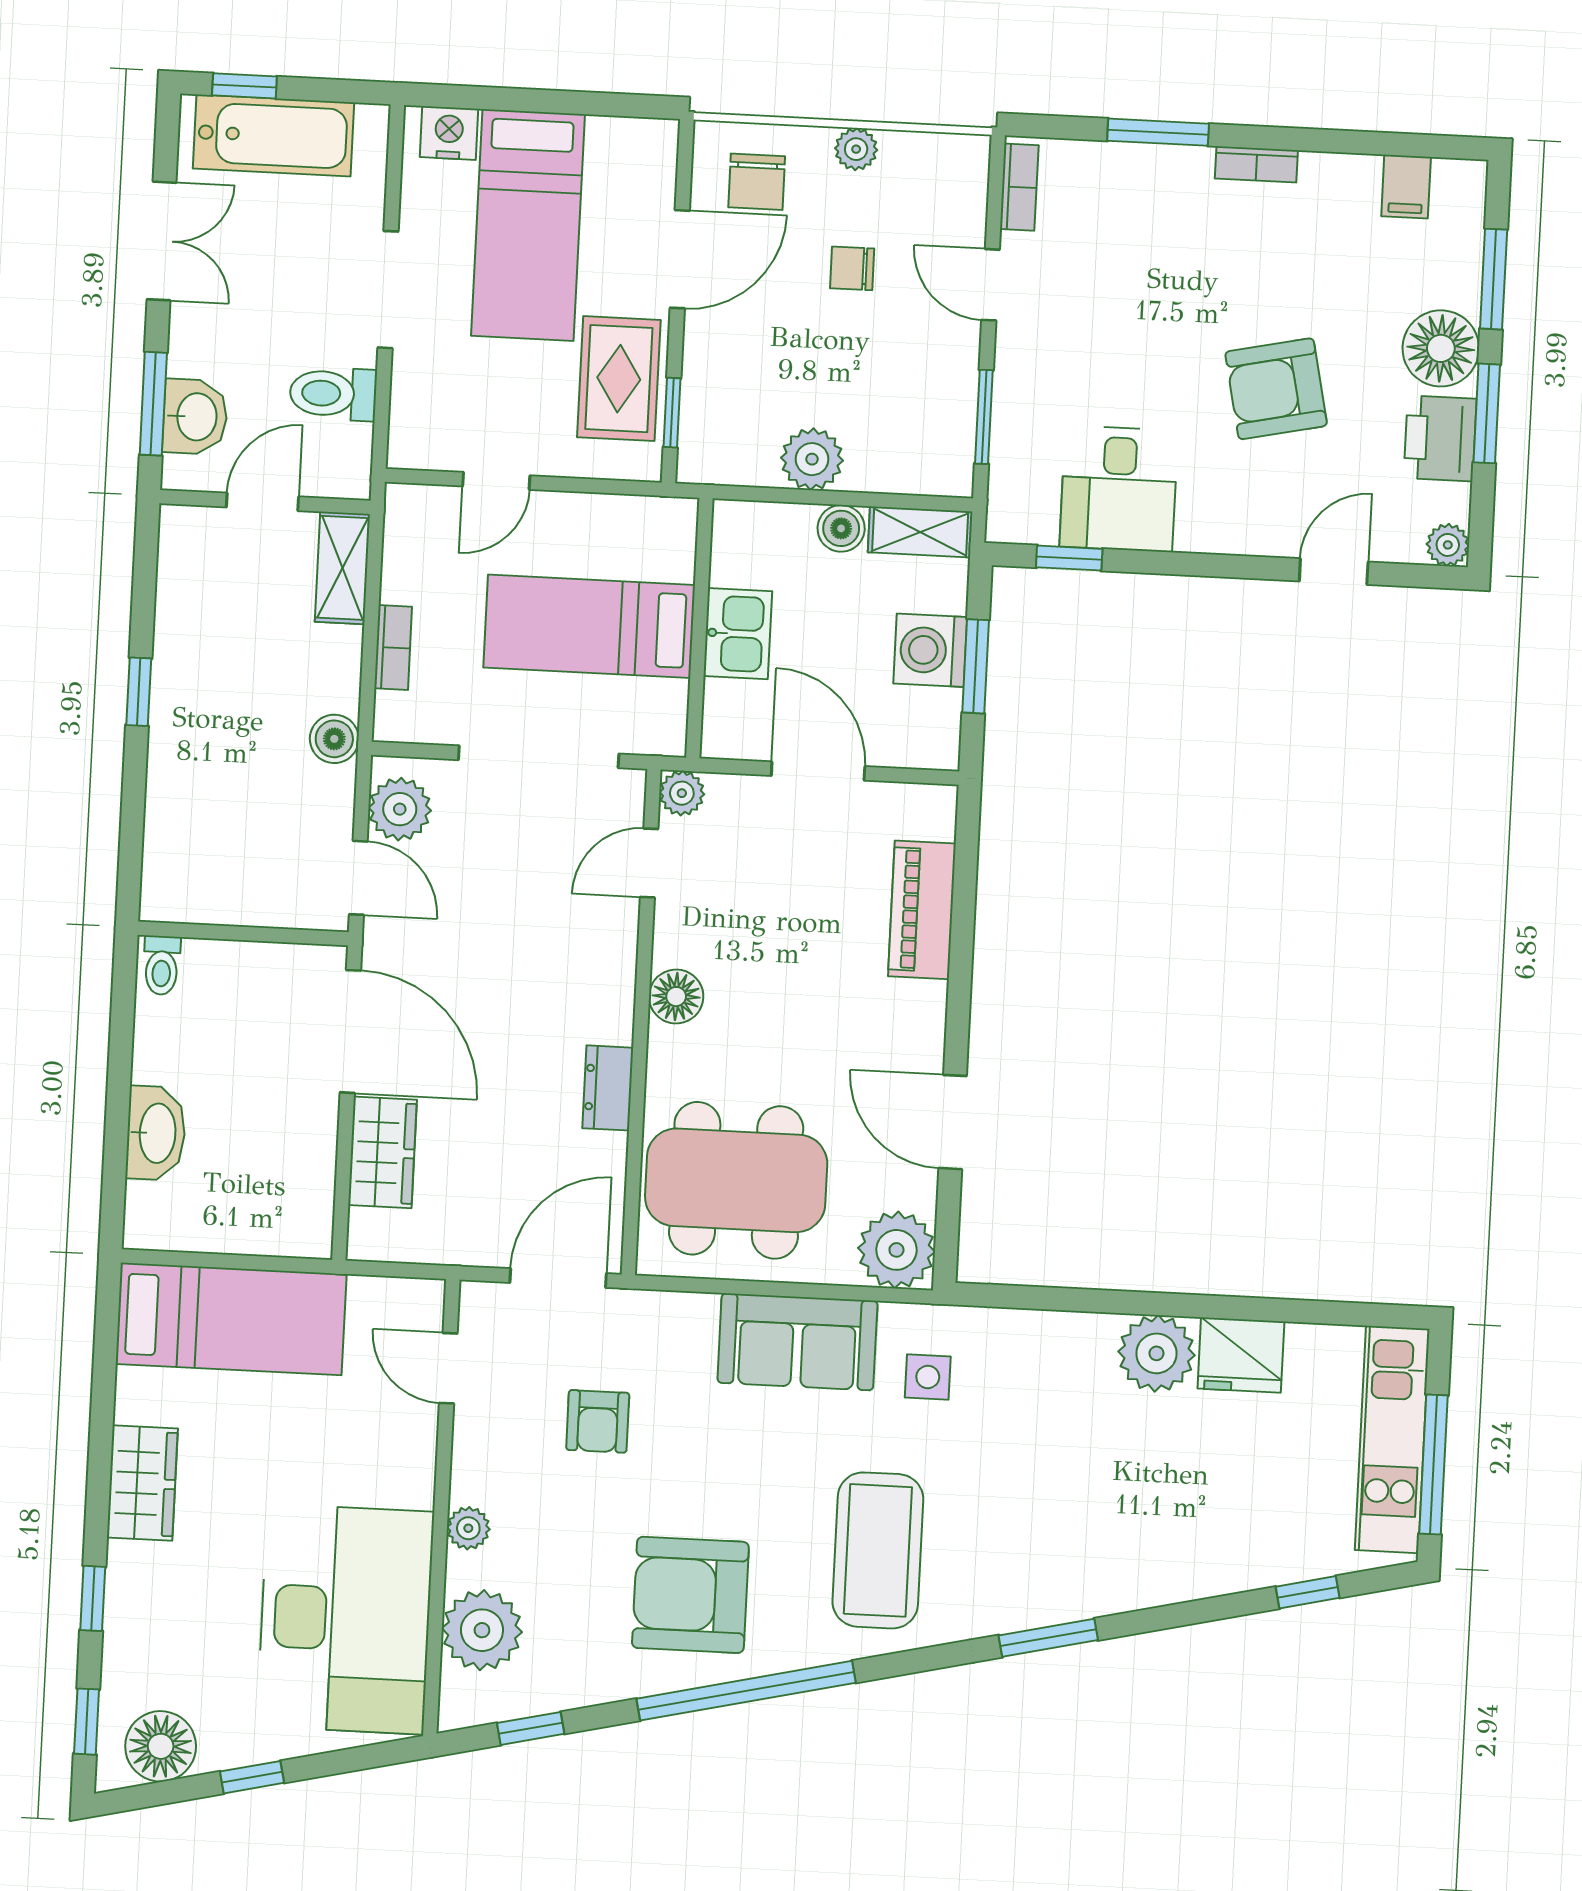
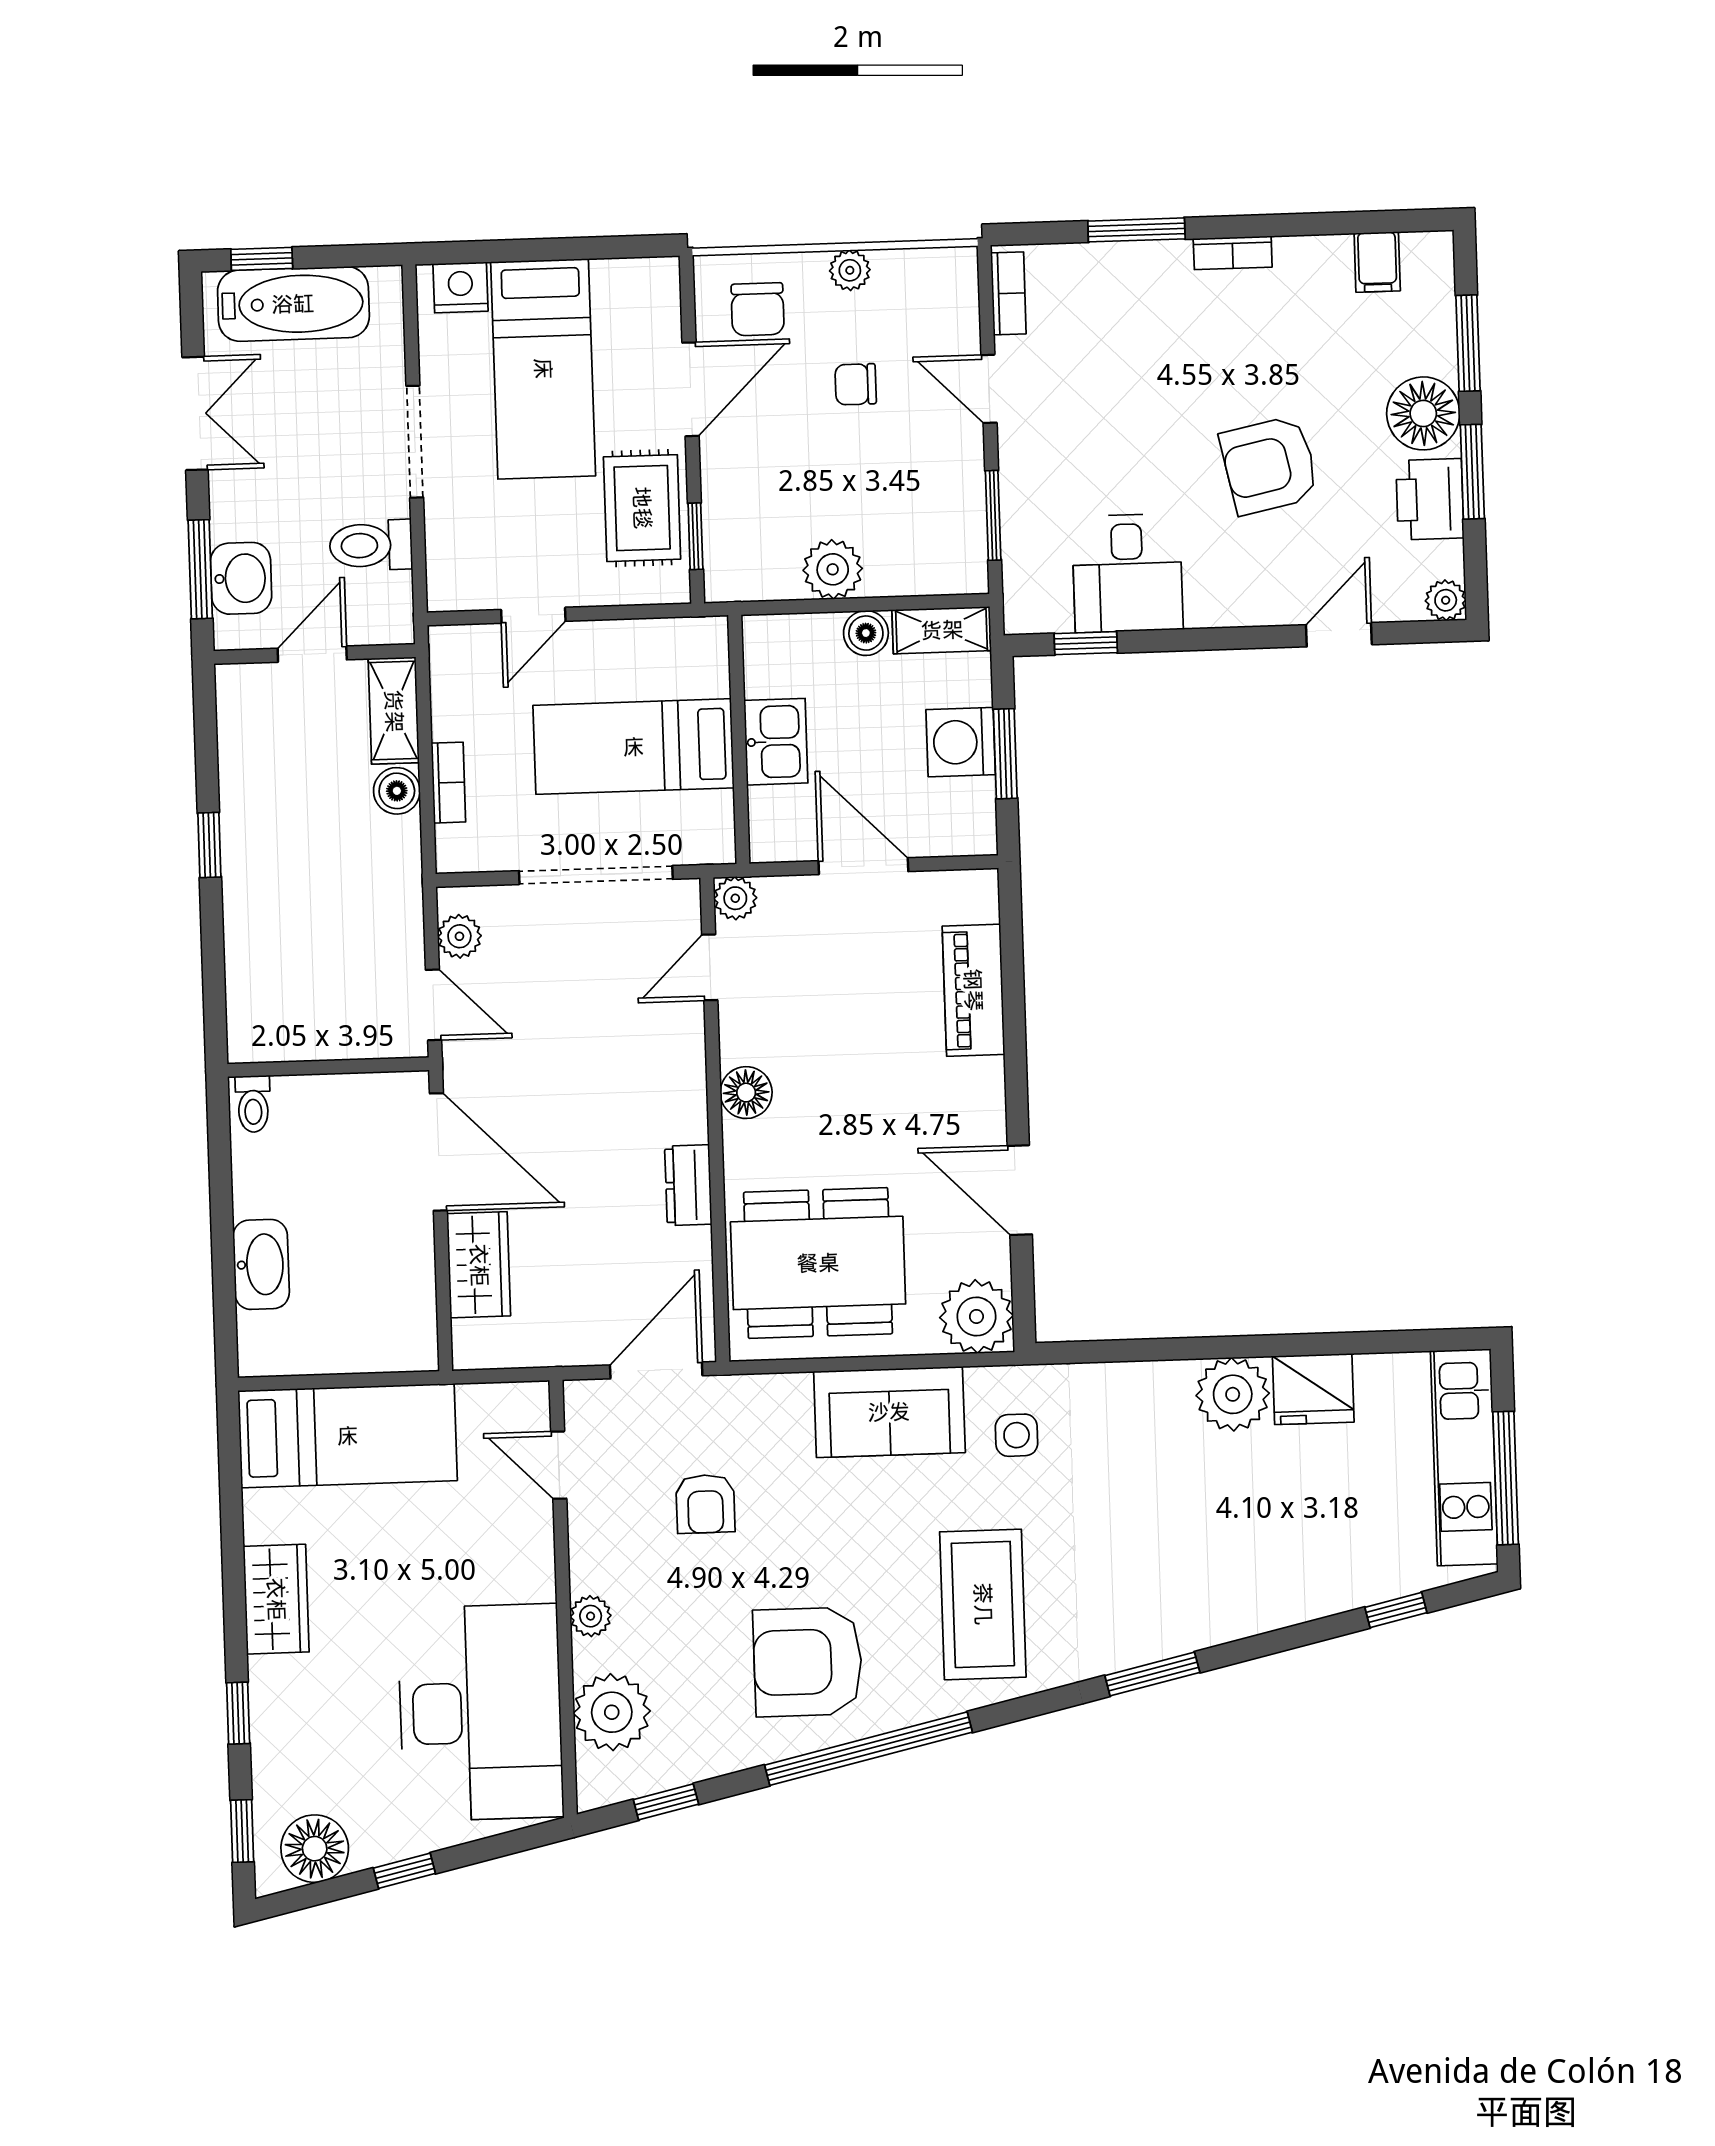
boiler: (334, 739) -> (397, 791), moved
plant: (400, 809) -> (459, 936), width x0.73, depth x0.73

